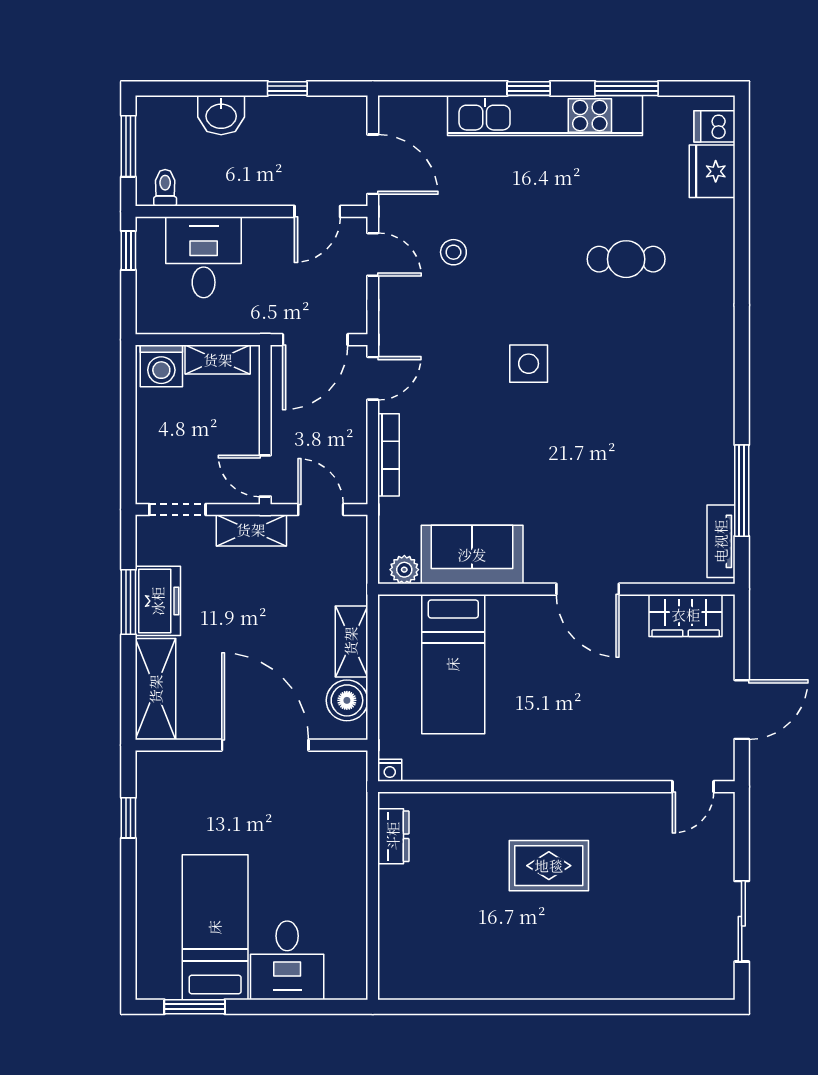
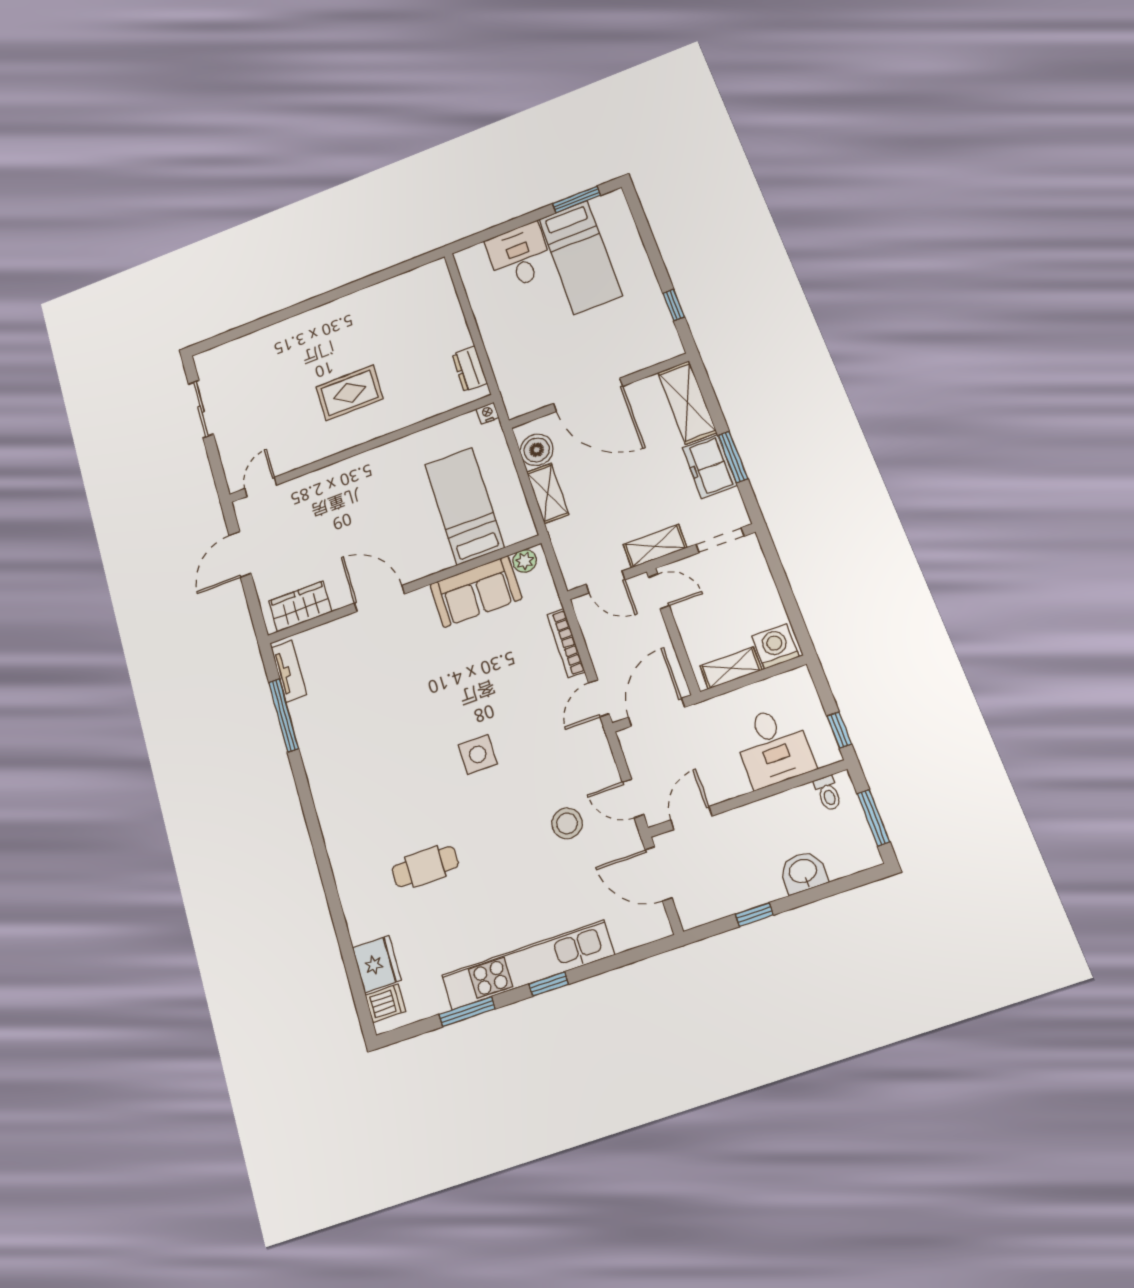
stool: (453, 252) -> (567, 823), width x1.37, depth x1.37

